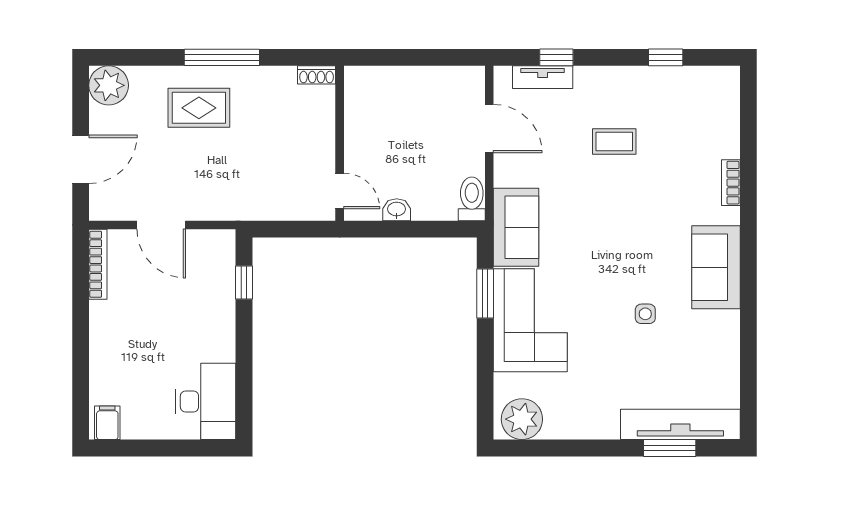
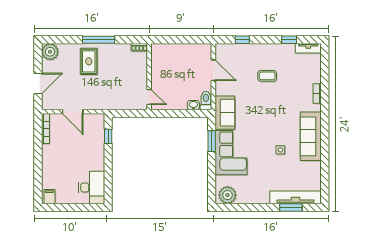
tv unit: (543, 77) -> (308, 48), moved
rug: (199, 108) -> (89, 61), turned 90
washbasin: (397, 210) -> (193, 105), moved
sofa: (716, 267) -> (311, 136), width x1.36

